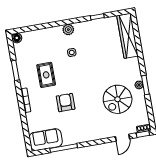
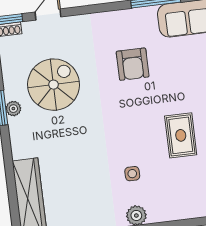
armchair: (66, 103) -> (133, 64), moved

